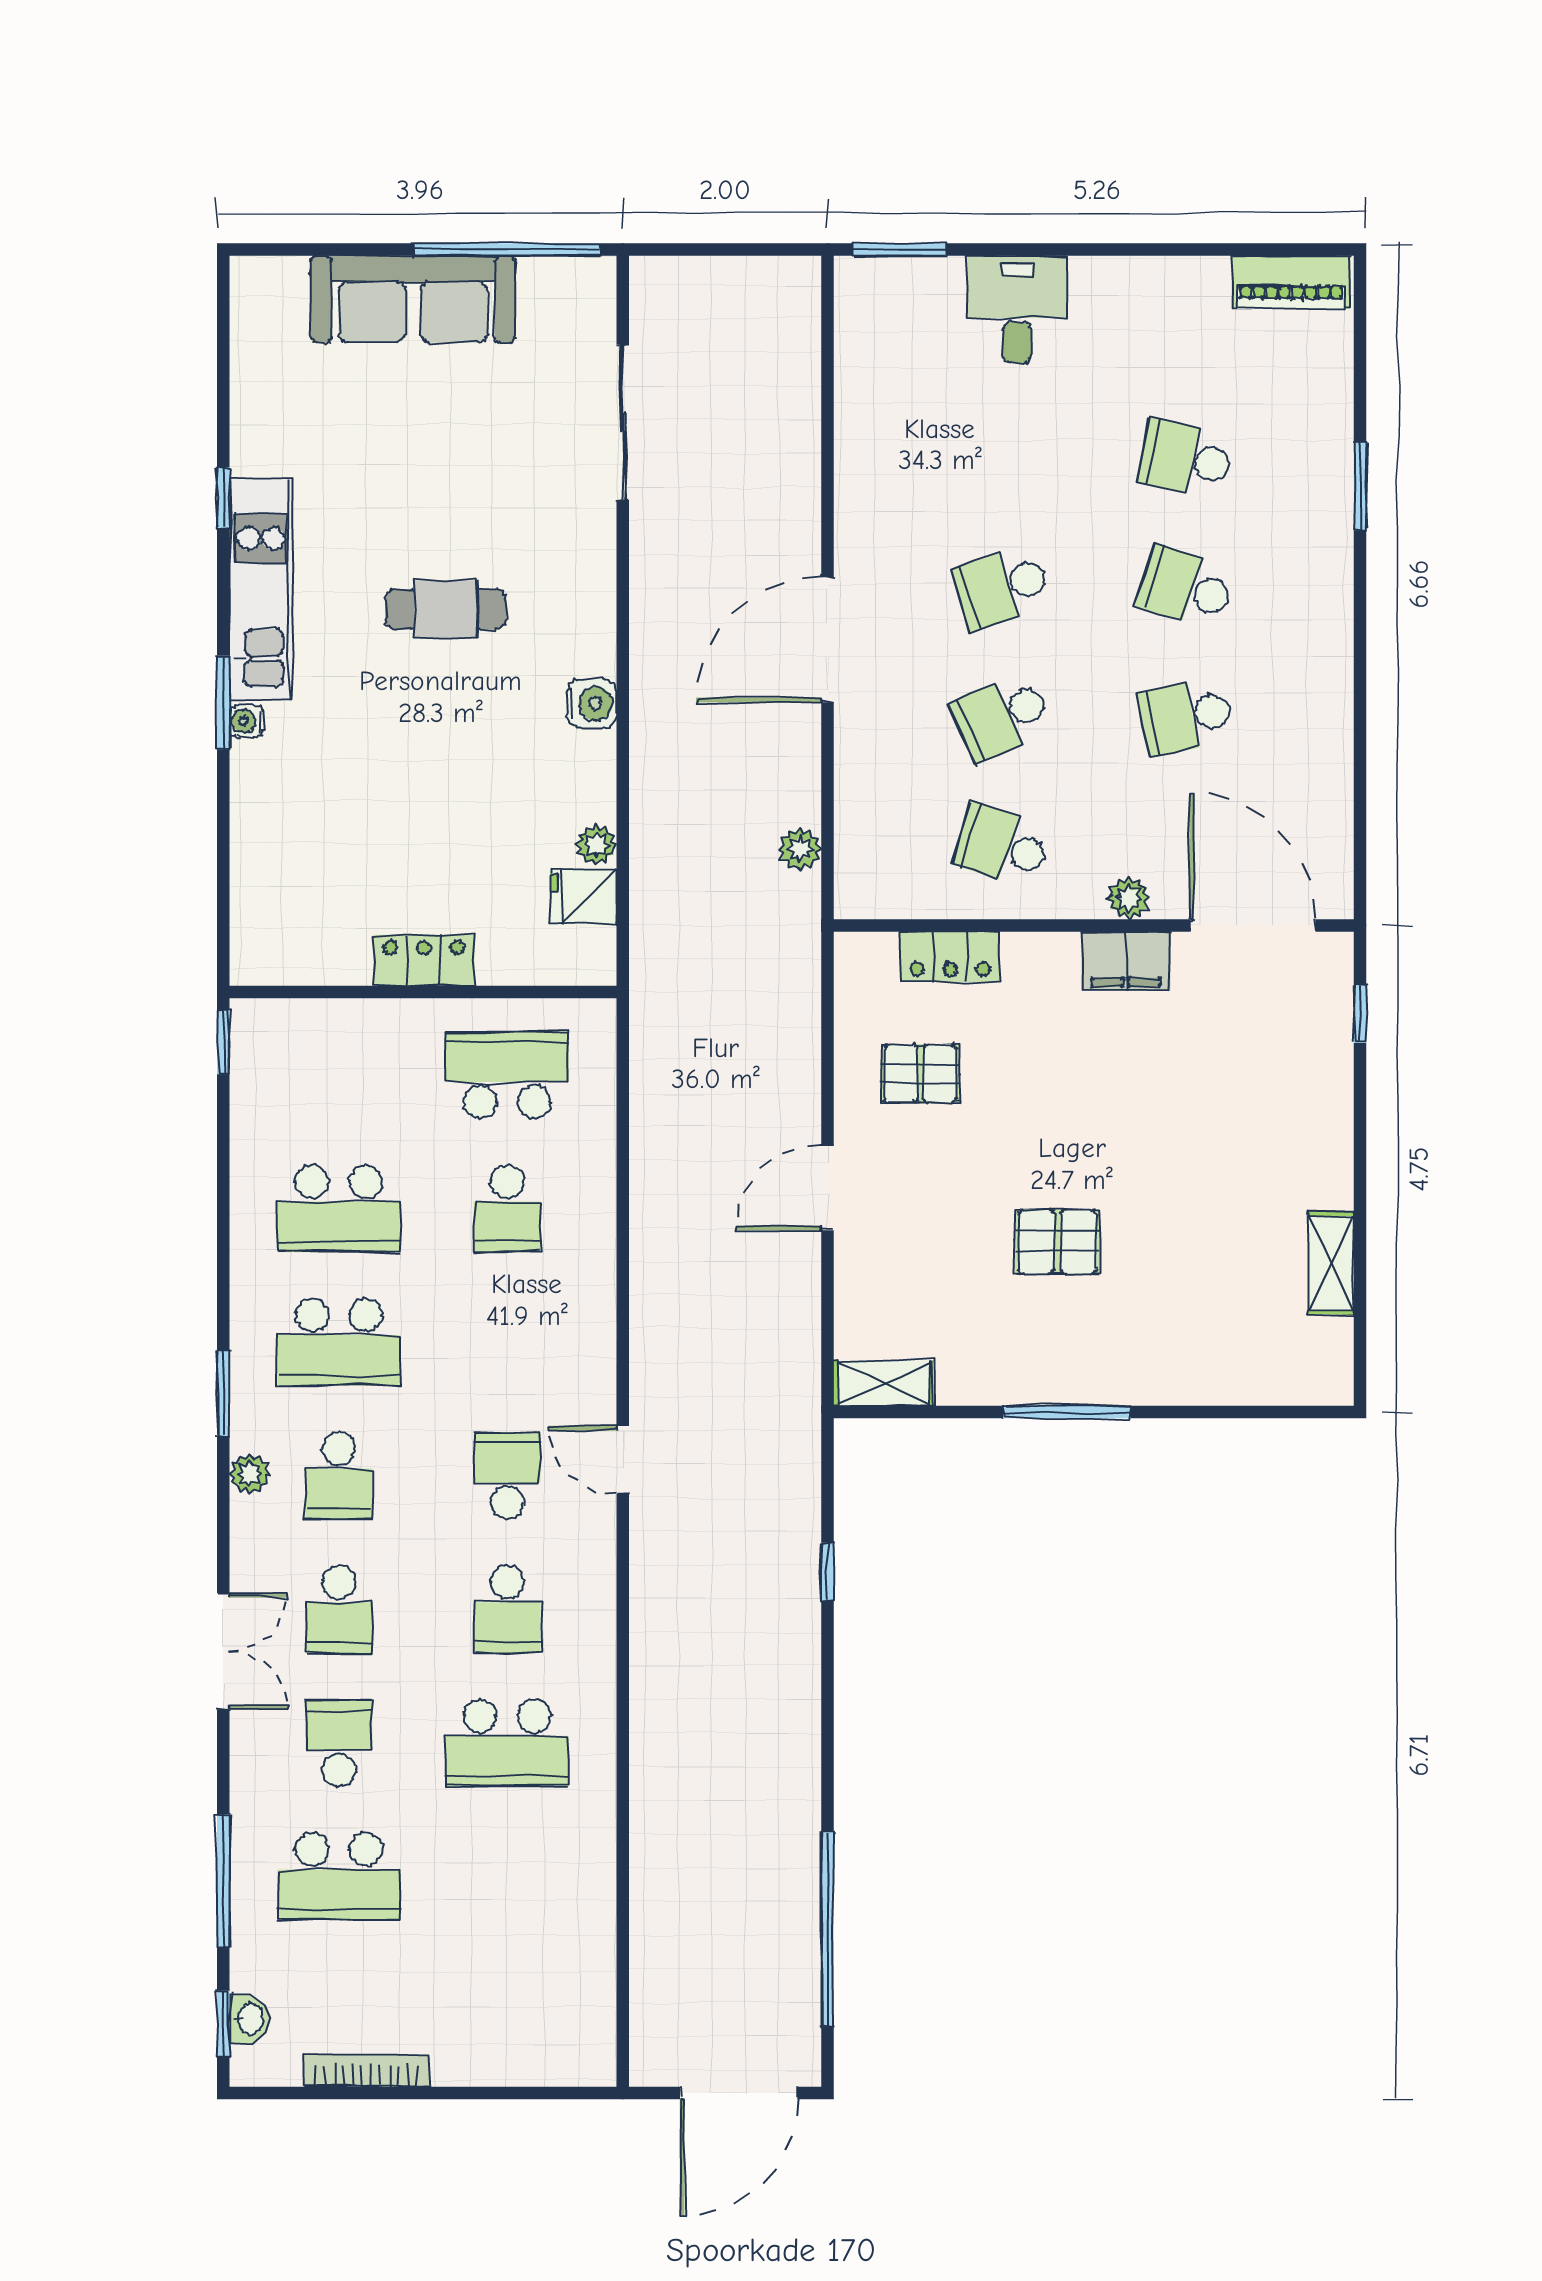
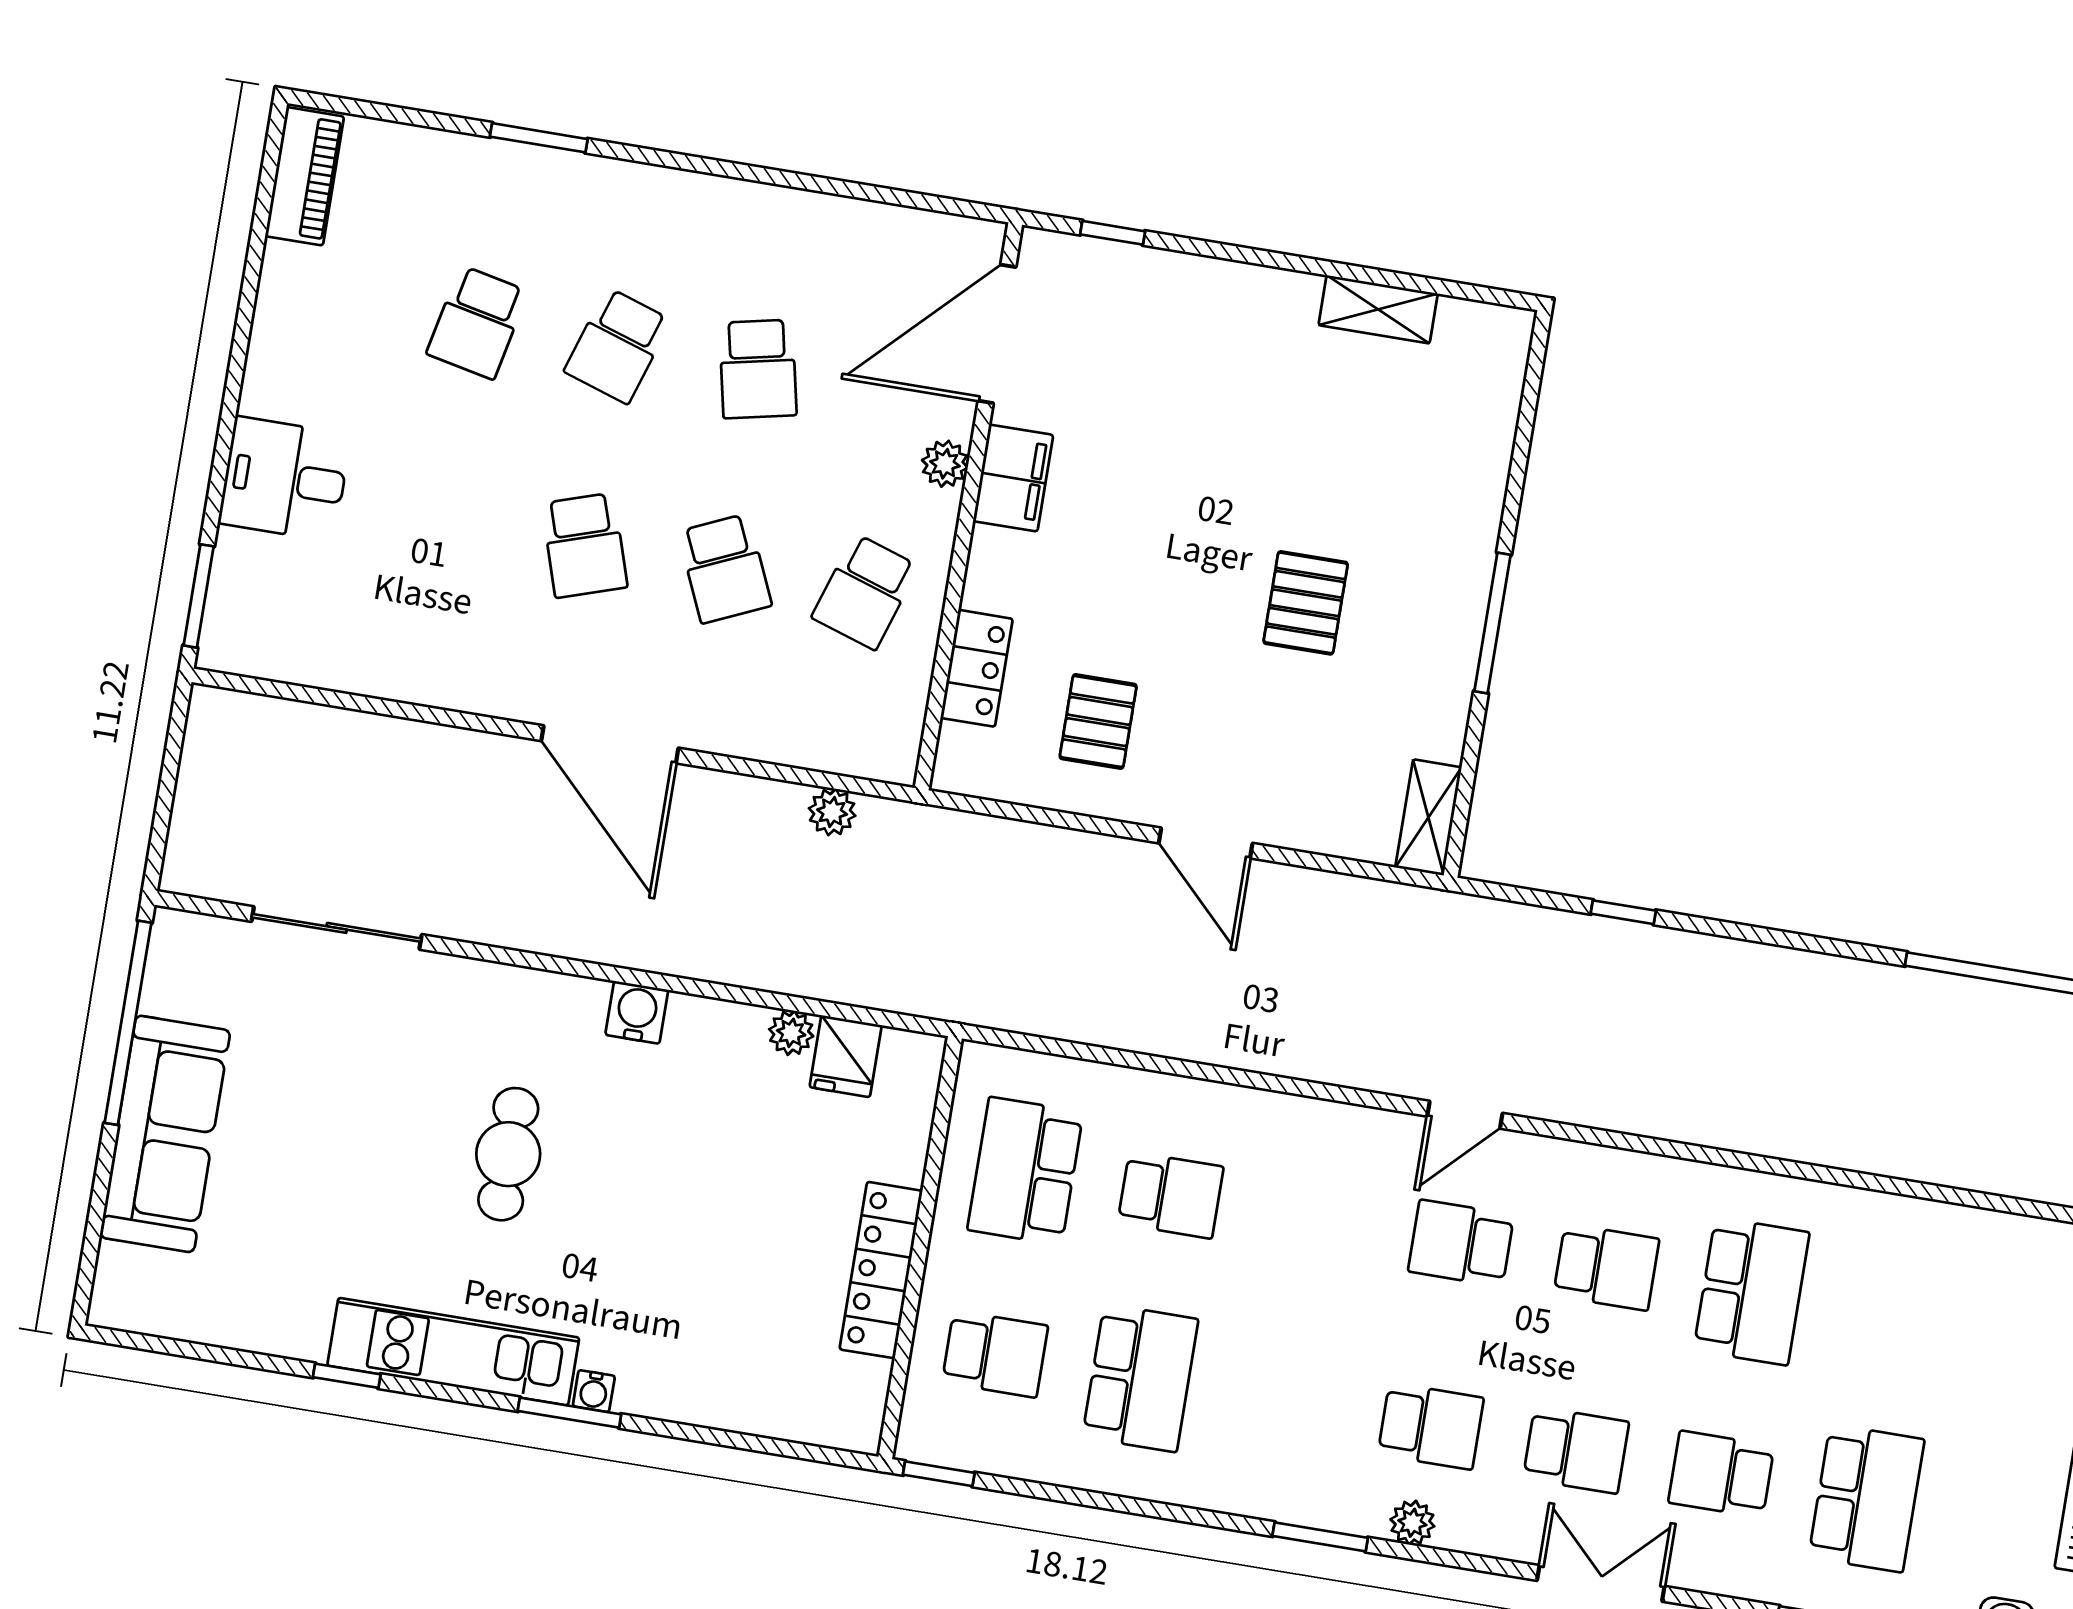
locker: (424, 960) -> (881, 1270), width x1.53
school desk: (339, 1342) -> (995, 1354), moved, width x0.54

